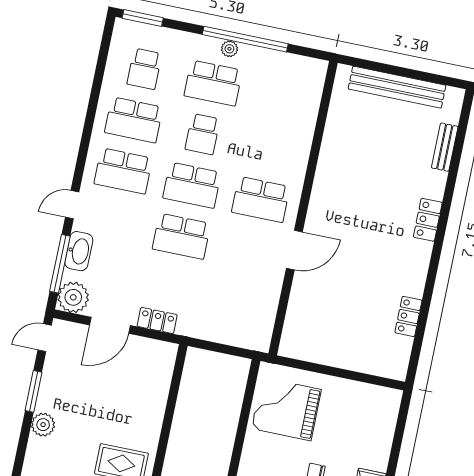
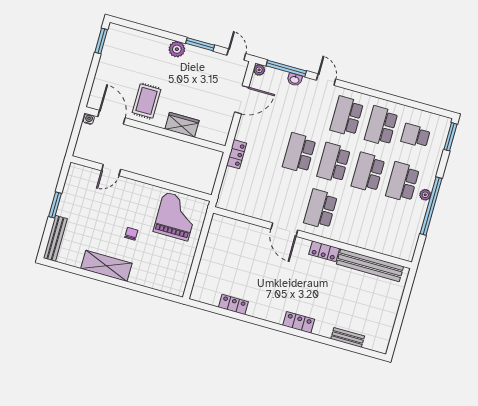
bench: (397, 87) -> (370, 265), moved, turned 90
school desk: (203, 134) -> (368, 172), width x1.85
locker: (322, 190) -> (324, 251), added
washbasin: (79, 251) -> (295, 80), width x0.52, depth x0.69
plant: (73, 297) -> (259, 70), width x0.53, depth x0.53
locker: (157, 320) -> (237, 154), moved
door: (110, 325) -> (242, 100), swing flipped
wardrobe: (152, 409) -> (182, 125), added

